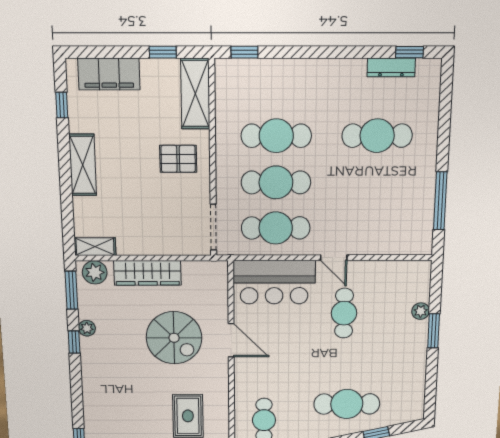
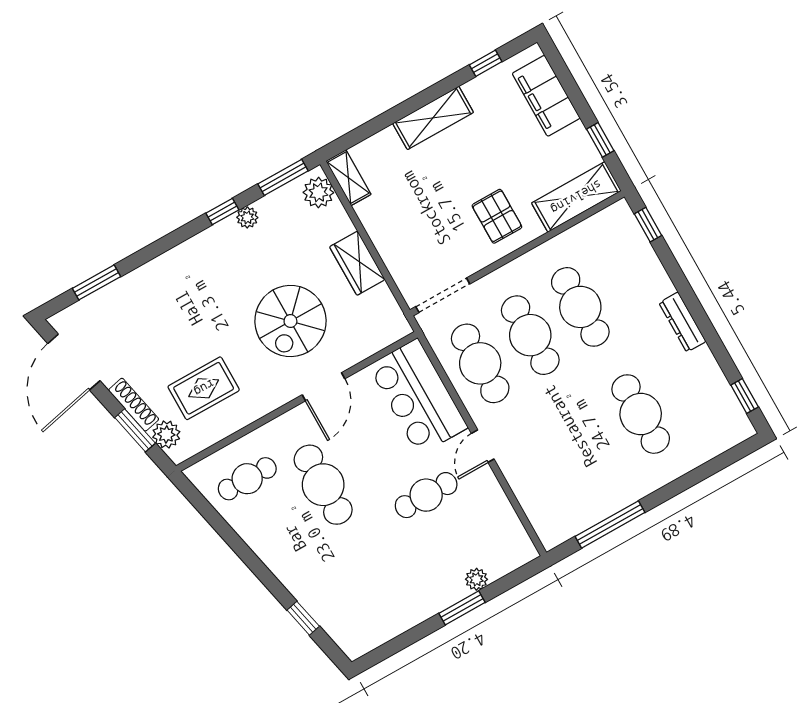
dresser: (391, 67) -> (682, 322), moved
wardrobe: (148, 273) -> (357, 263), width x0.67
cafe table: (347, 404) -> (323, 485), moved

